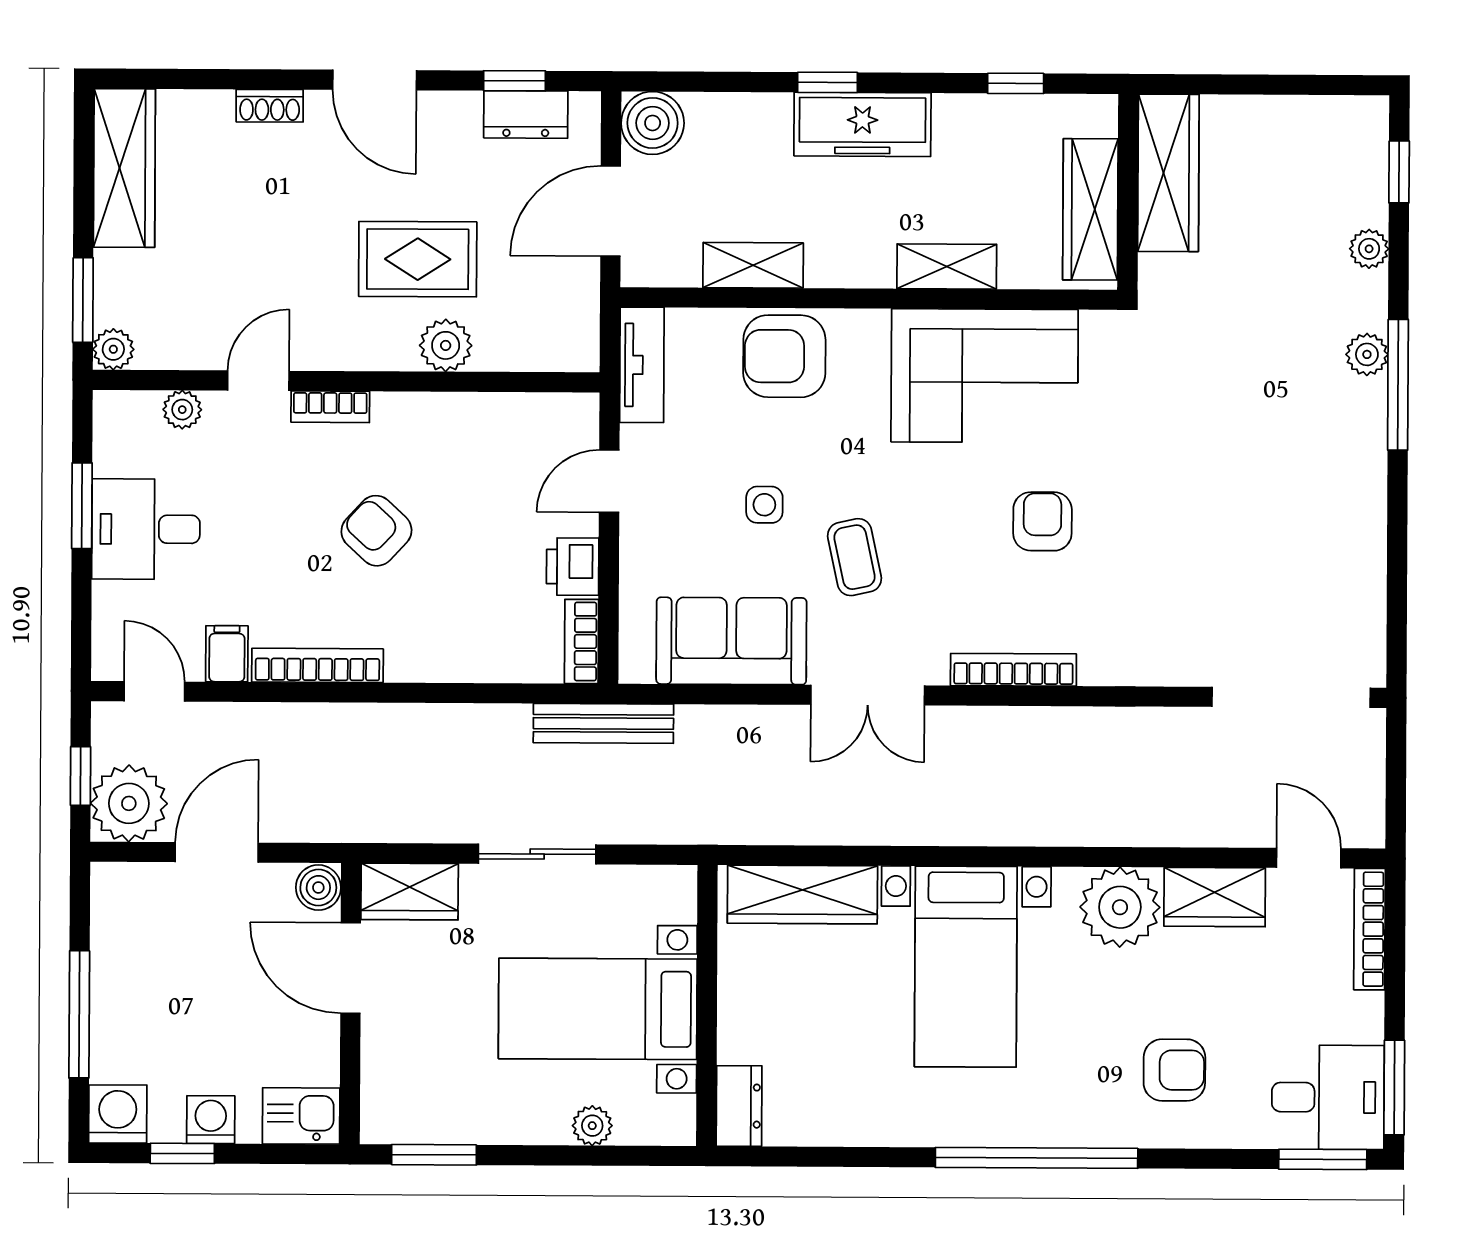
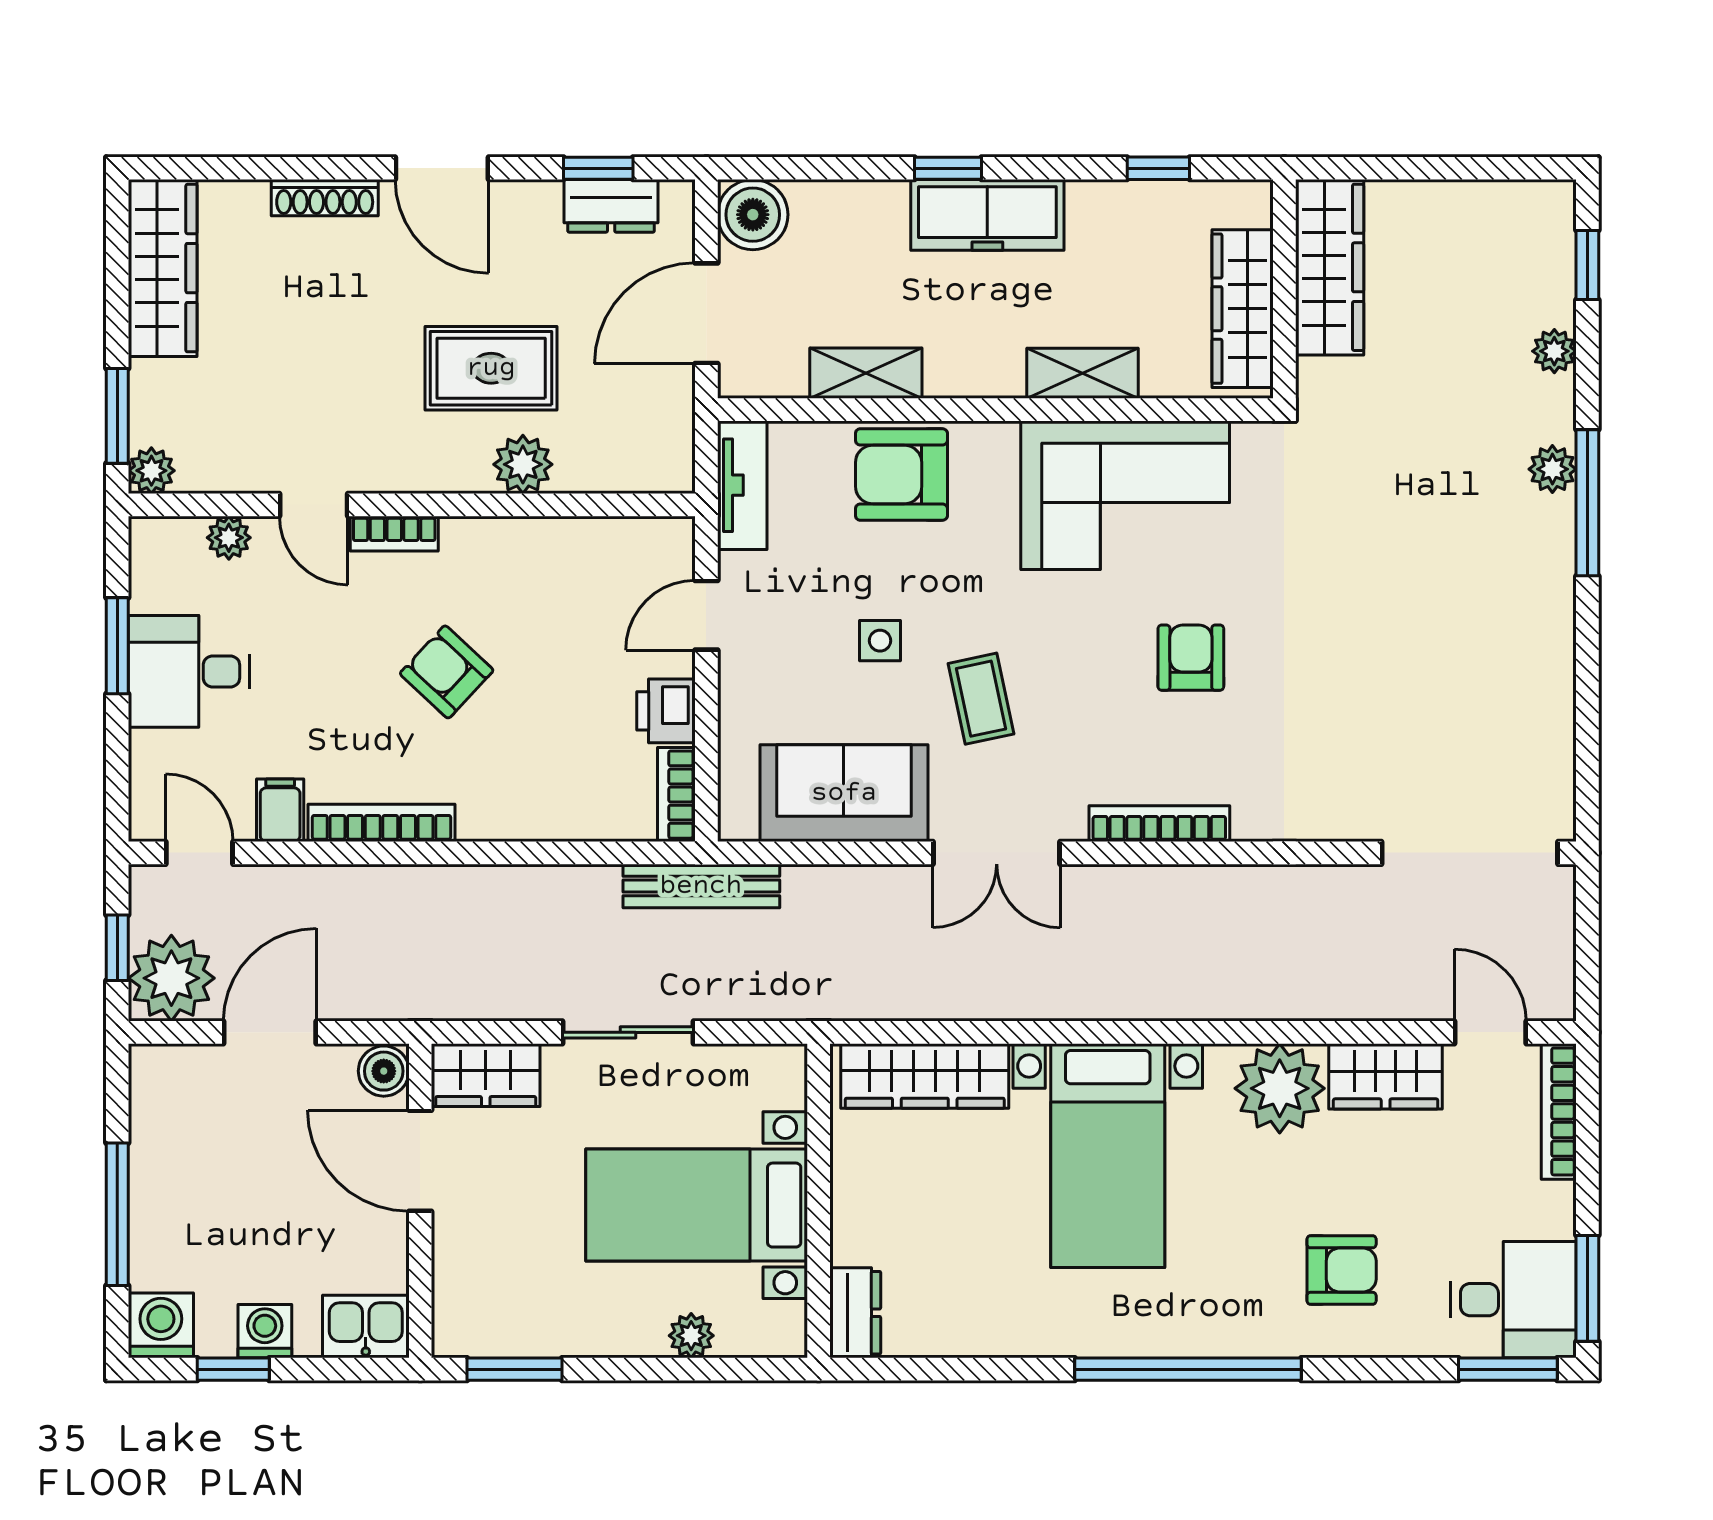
shoe rack: (270, 106) -> (325, 198), width x1.43
door: (258, 381) -> (314, 505), swing flipped

